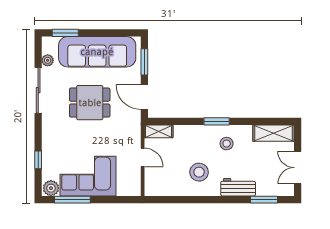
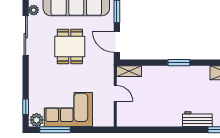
dining table: (90, 103) -> (70, 46), turned 90
stool: (227, 144) -> (187, 82), removed
window: (38, 160) -> (26, 107), moved
stool: (199, 172) -> (164, 106), removed

